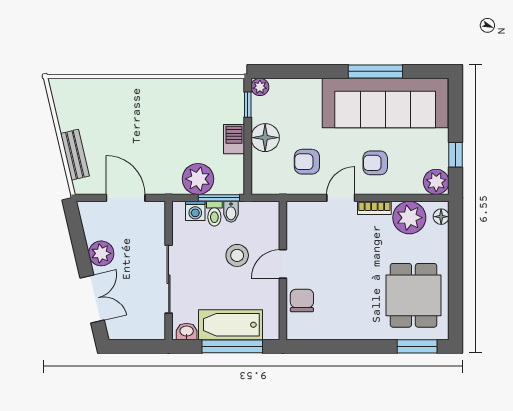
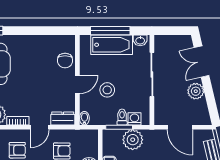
dresser: (305, 211) -> (63, 119), added
bidet: (231, 212) -> (84, 118), moved

